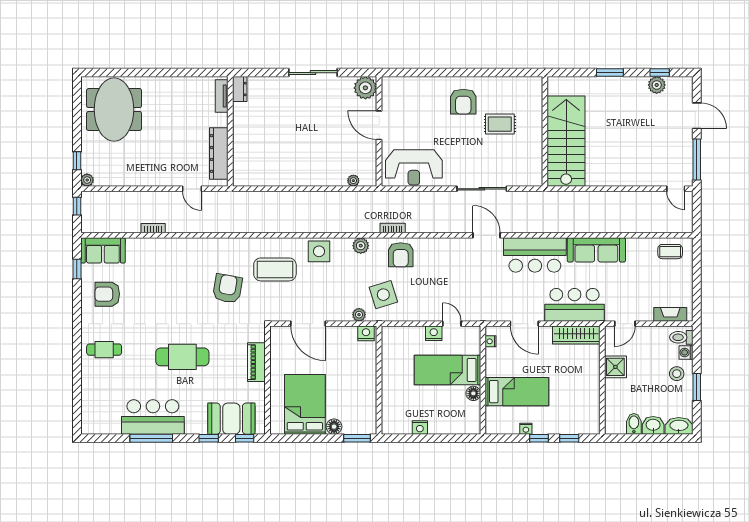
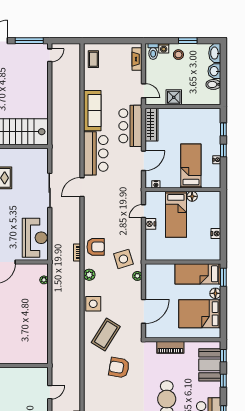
dresser: (219, 153) -> (25, 374), removed
coffee table: (275, 269) -> (106, 334), turned 32
nightstand: (366, 333) -> (150, 271), removed
bed: (362, 402) -> (198, 274), added

